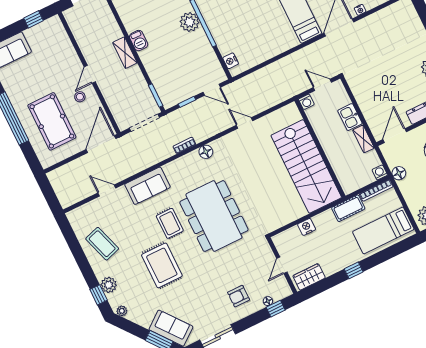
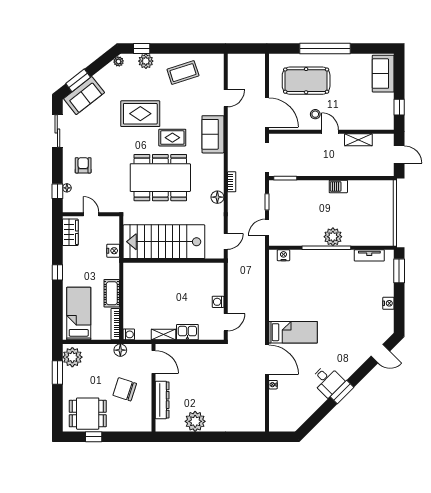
shelving: (125, 53) -> (358, 140), moved
wall: (320, 148) -> (173, 261), moved
stairs: (306, 166) -> (164, 242), moved

